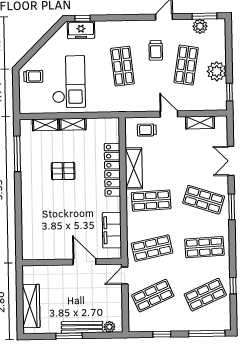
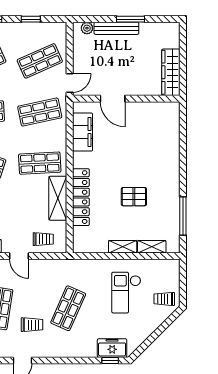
trolley: (156, 50) -> (32, 325), turned 90
shop shelf: (122, 66) -> (68, 308), turned 30
checkout: (69, 82) -> (126, 293), width x0.73, depth x0.83
wardrobe: (31, 306) -> (171, 72), moved

